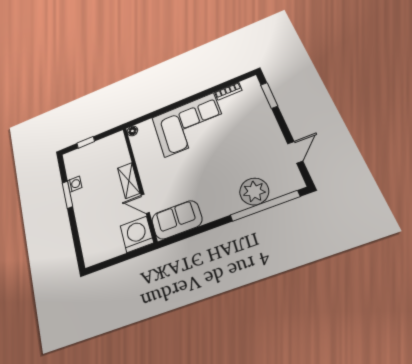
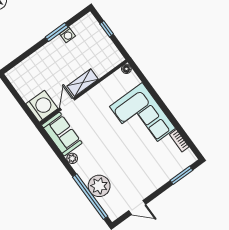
plant: (210, 215) -> (72, 158), added

